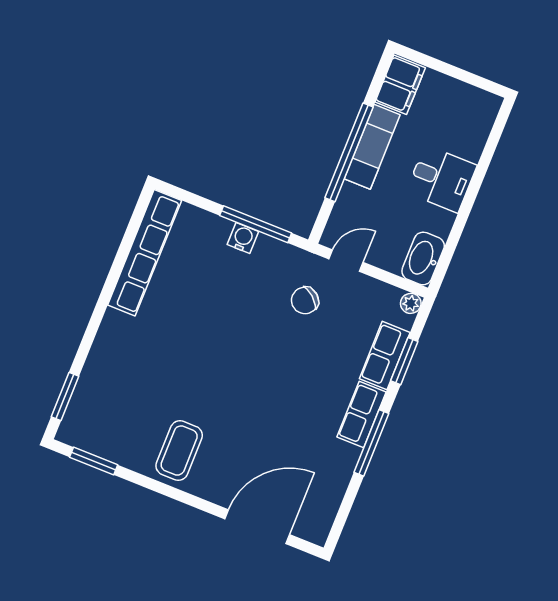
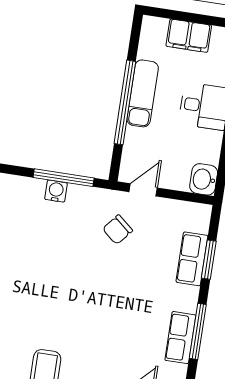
filing cabinet: (400, 85) -> (189, 36), moved, turned 90
washbasin: (423, 258) -> (204, 179), width x0.72
plant: (411, 303) -> (203, 212), removed
row of seats: (361, 415) -> (180, 338), moved

